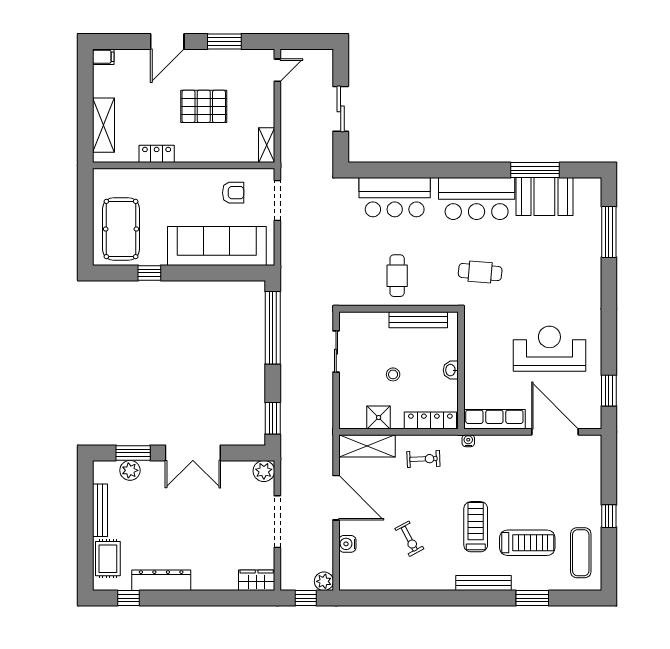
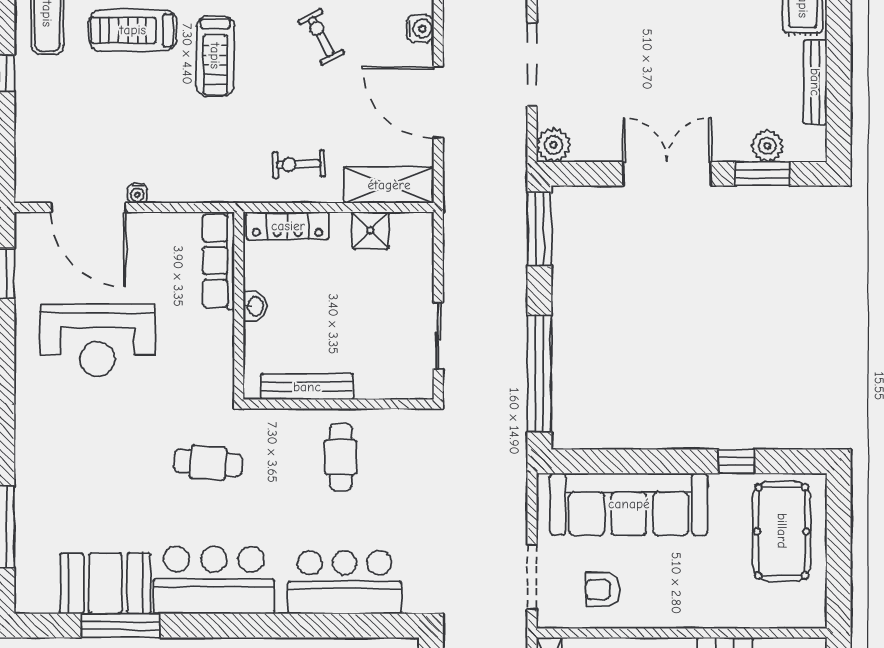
stool: (393, 374) -> (347, 299), removed
window: (273, 418) -> (539, 229), width x1.44
row of seats: (494, 419) -> (218, 261), moved, turned 90
water cooler: (468, 441) -> (137, 193), moved

